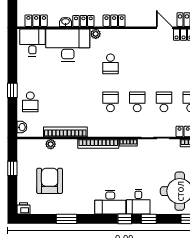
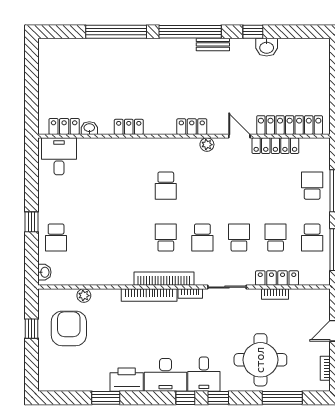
locker: (114, 21) -> (192, 127), moved
washbasin: (66, 22) -> (89, 128), moved
plant: (96, 34) -> (207, 145), moved
desk: (68, 45) -> (107, 160), removed
school desk: (137, 102) -> (202, 238), turned 180
bookcase: (65, 132) -> (164, 279), moved
armchair: (50, 181) -> (69, 328), moved
printer: (23, 208) -> (127, 380), moved, width x1.87, depth x1.48

